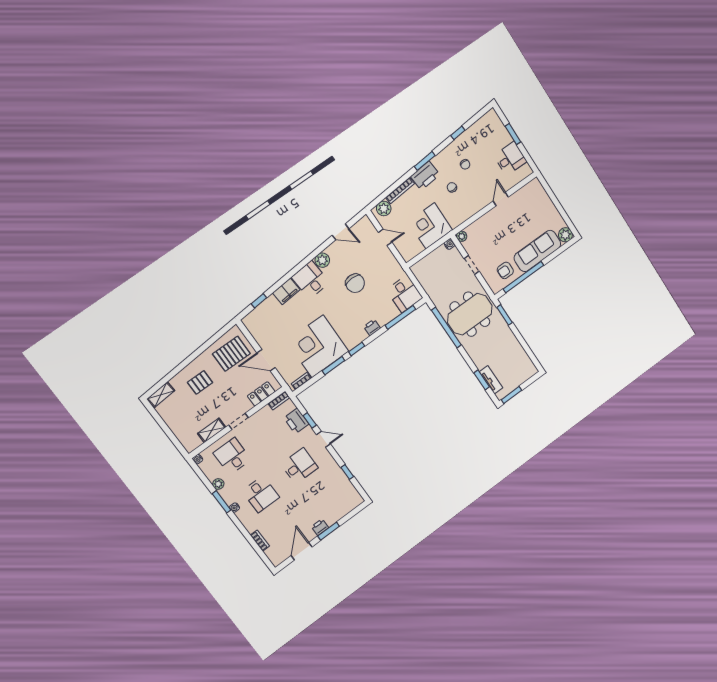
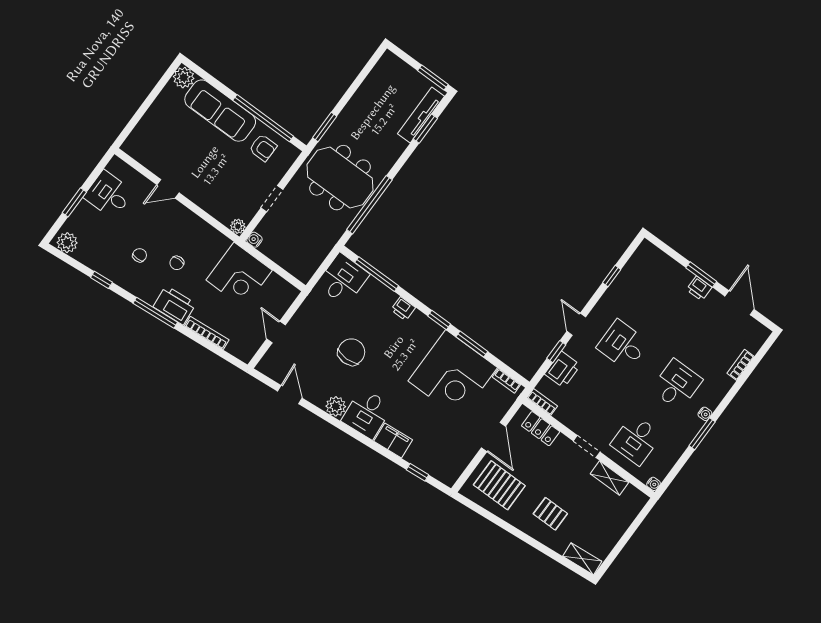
window: (425, 161) -> (155, 313), width x1.44
plant: (384, 208) -> (67, 243), moved
tv unit: (491, 380) -> (421, 115), width x1.41
plant: (218, 484) -> (679, 446), removed
door: (302, 551) -> (740, 303), swing flipped

